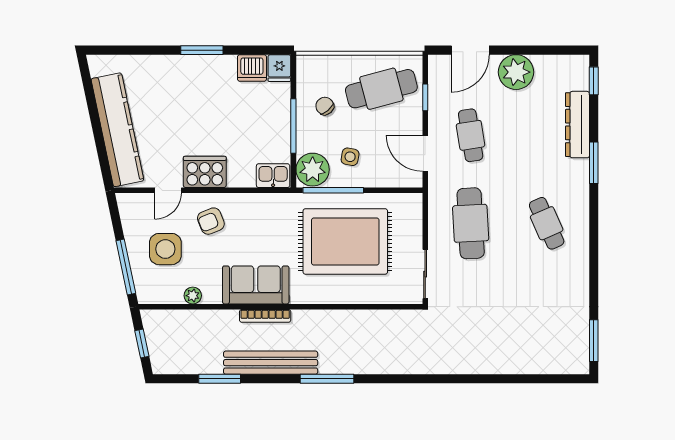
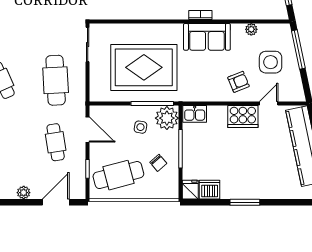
plant: (516, 72) -> (24, 193), width x0.53, depth x0.53
bookcase: (265, 316) -> (200, 15), width x0.64

